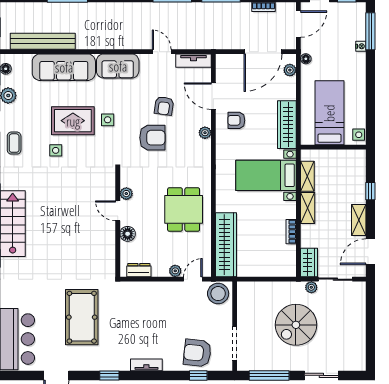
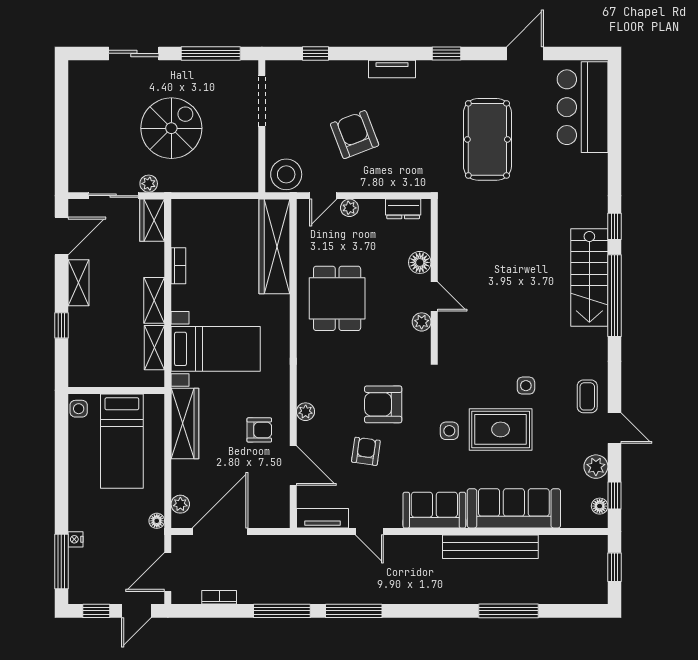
bench: (43, 41) -> (490, 547), moved
armchair: (197, 353) -> (355, 135), moved, turned -117

